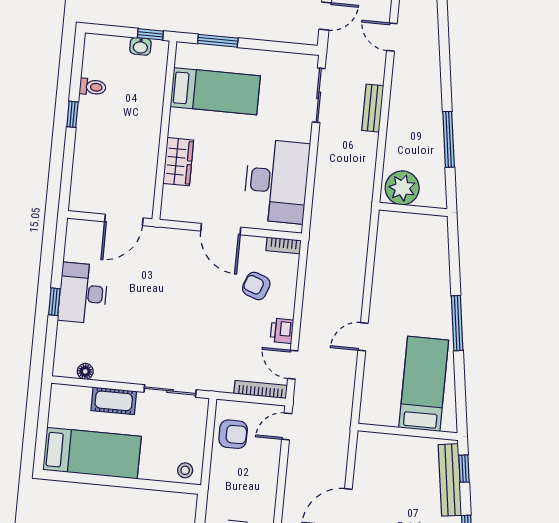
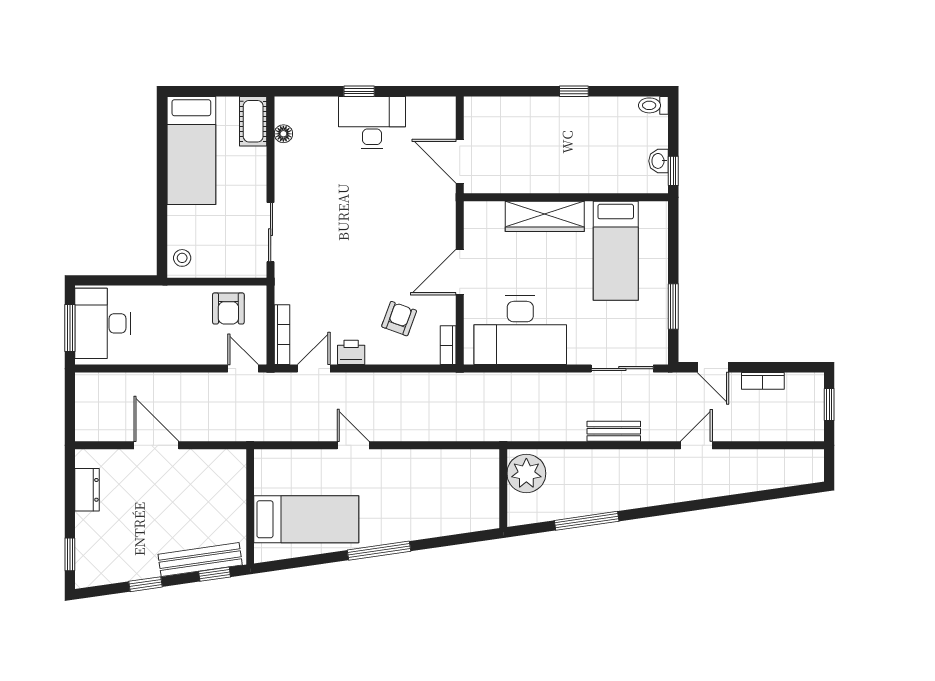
window: (218, 41) -> (673, 307), moved
toilet: (93, 87) -> (653, 105), moved, turned 90
wardrobe: (178, 162) -> (545, 216), width x1.50
cot: (114, 401) -> (253, 121), moved

